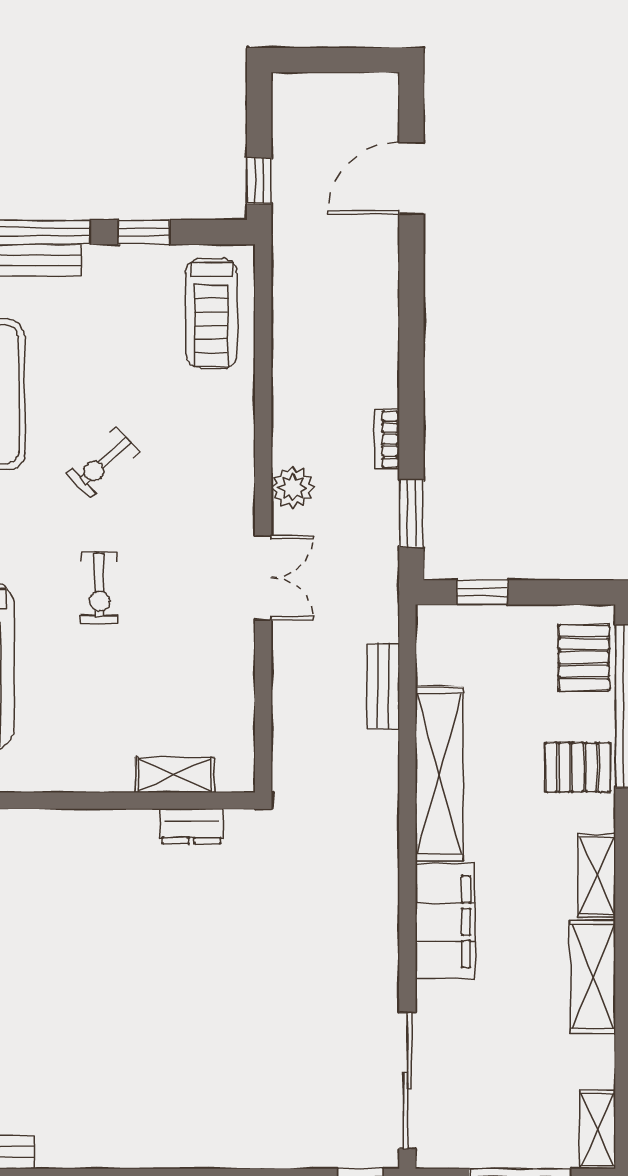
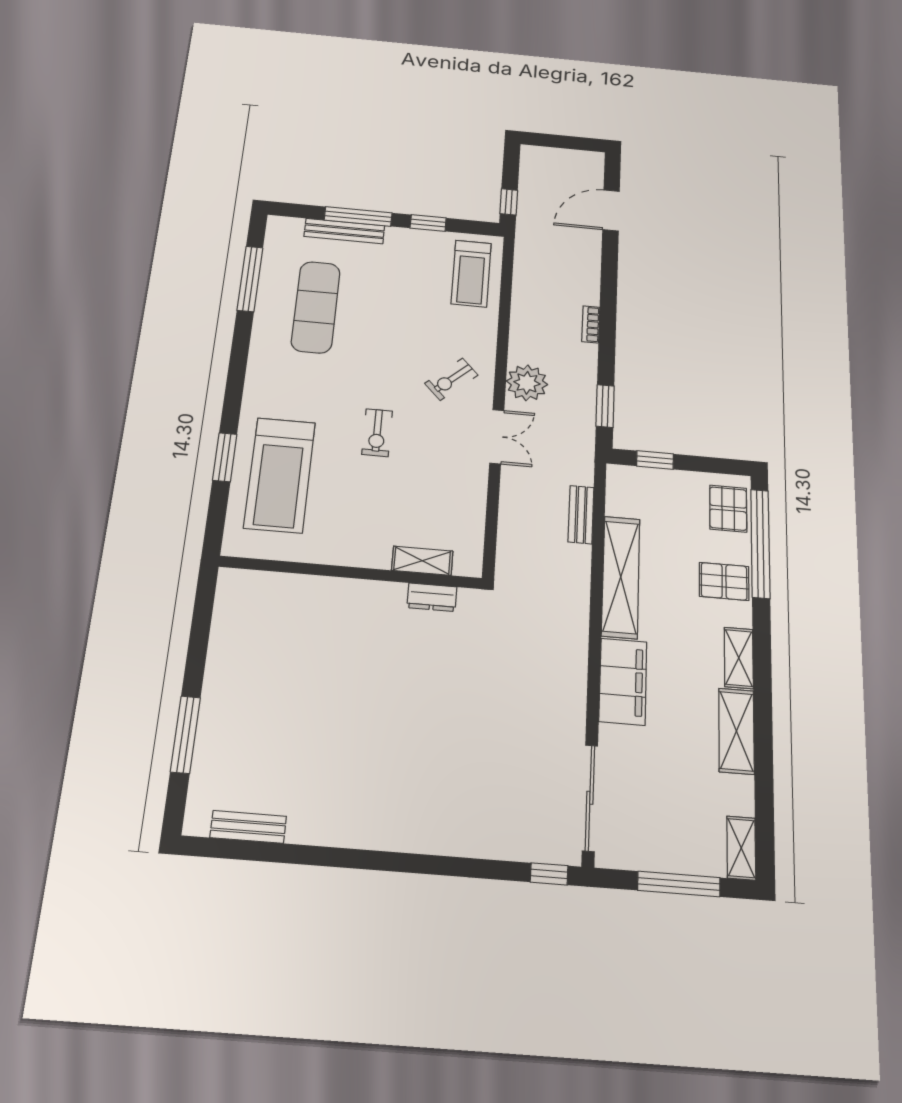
bookcase: (387, 439) -> (591, 324), moved
exercise bike: (103, 463) -> (451, 379), moved
plant: (293, 488) -> (527, 383), width x1.36, depth x1.36

